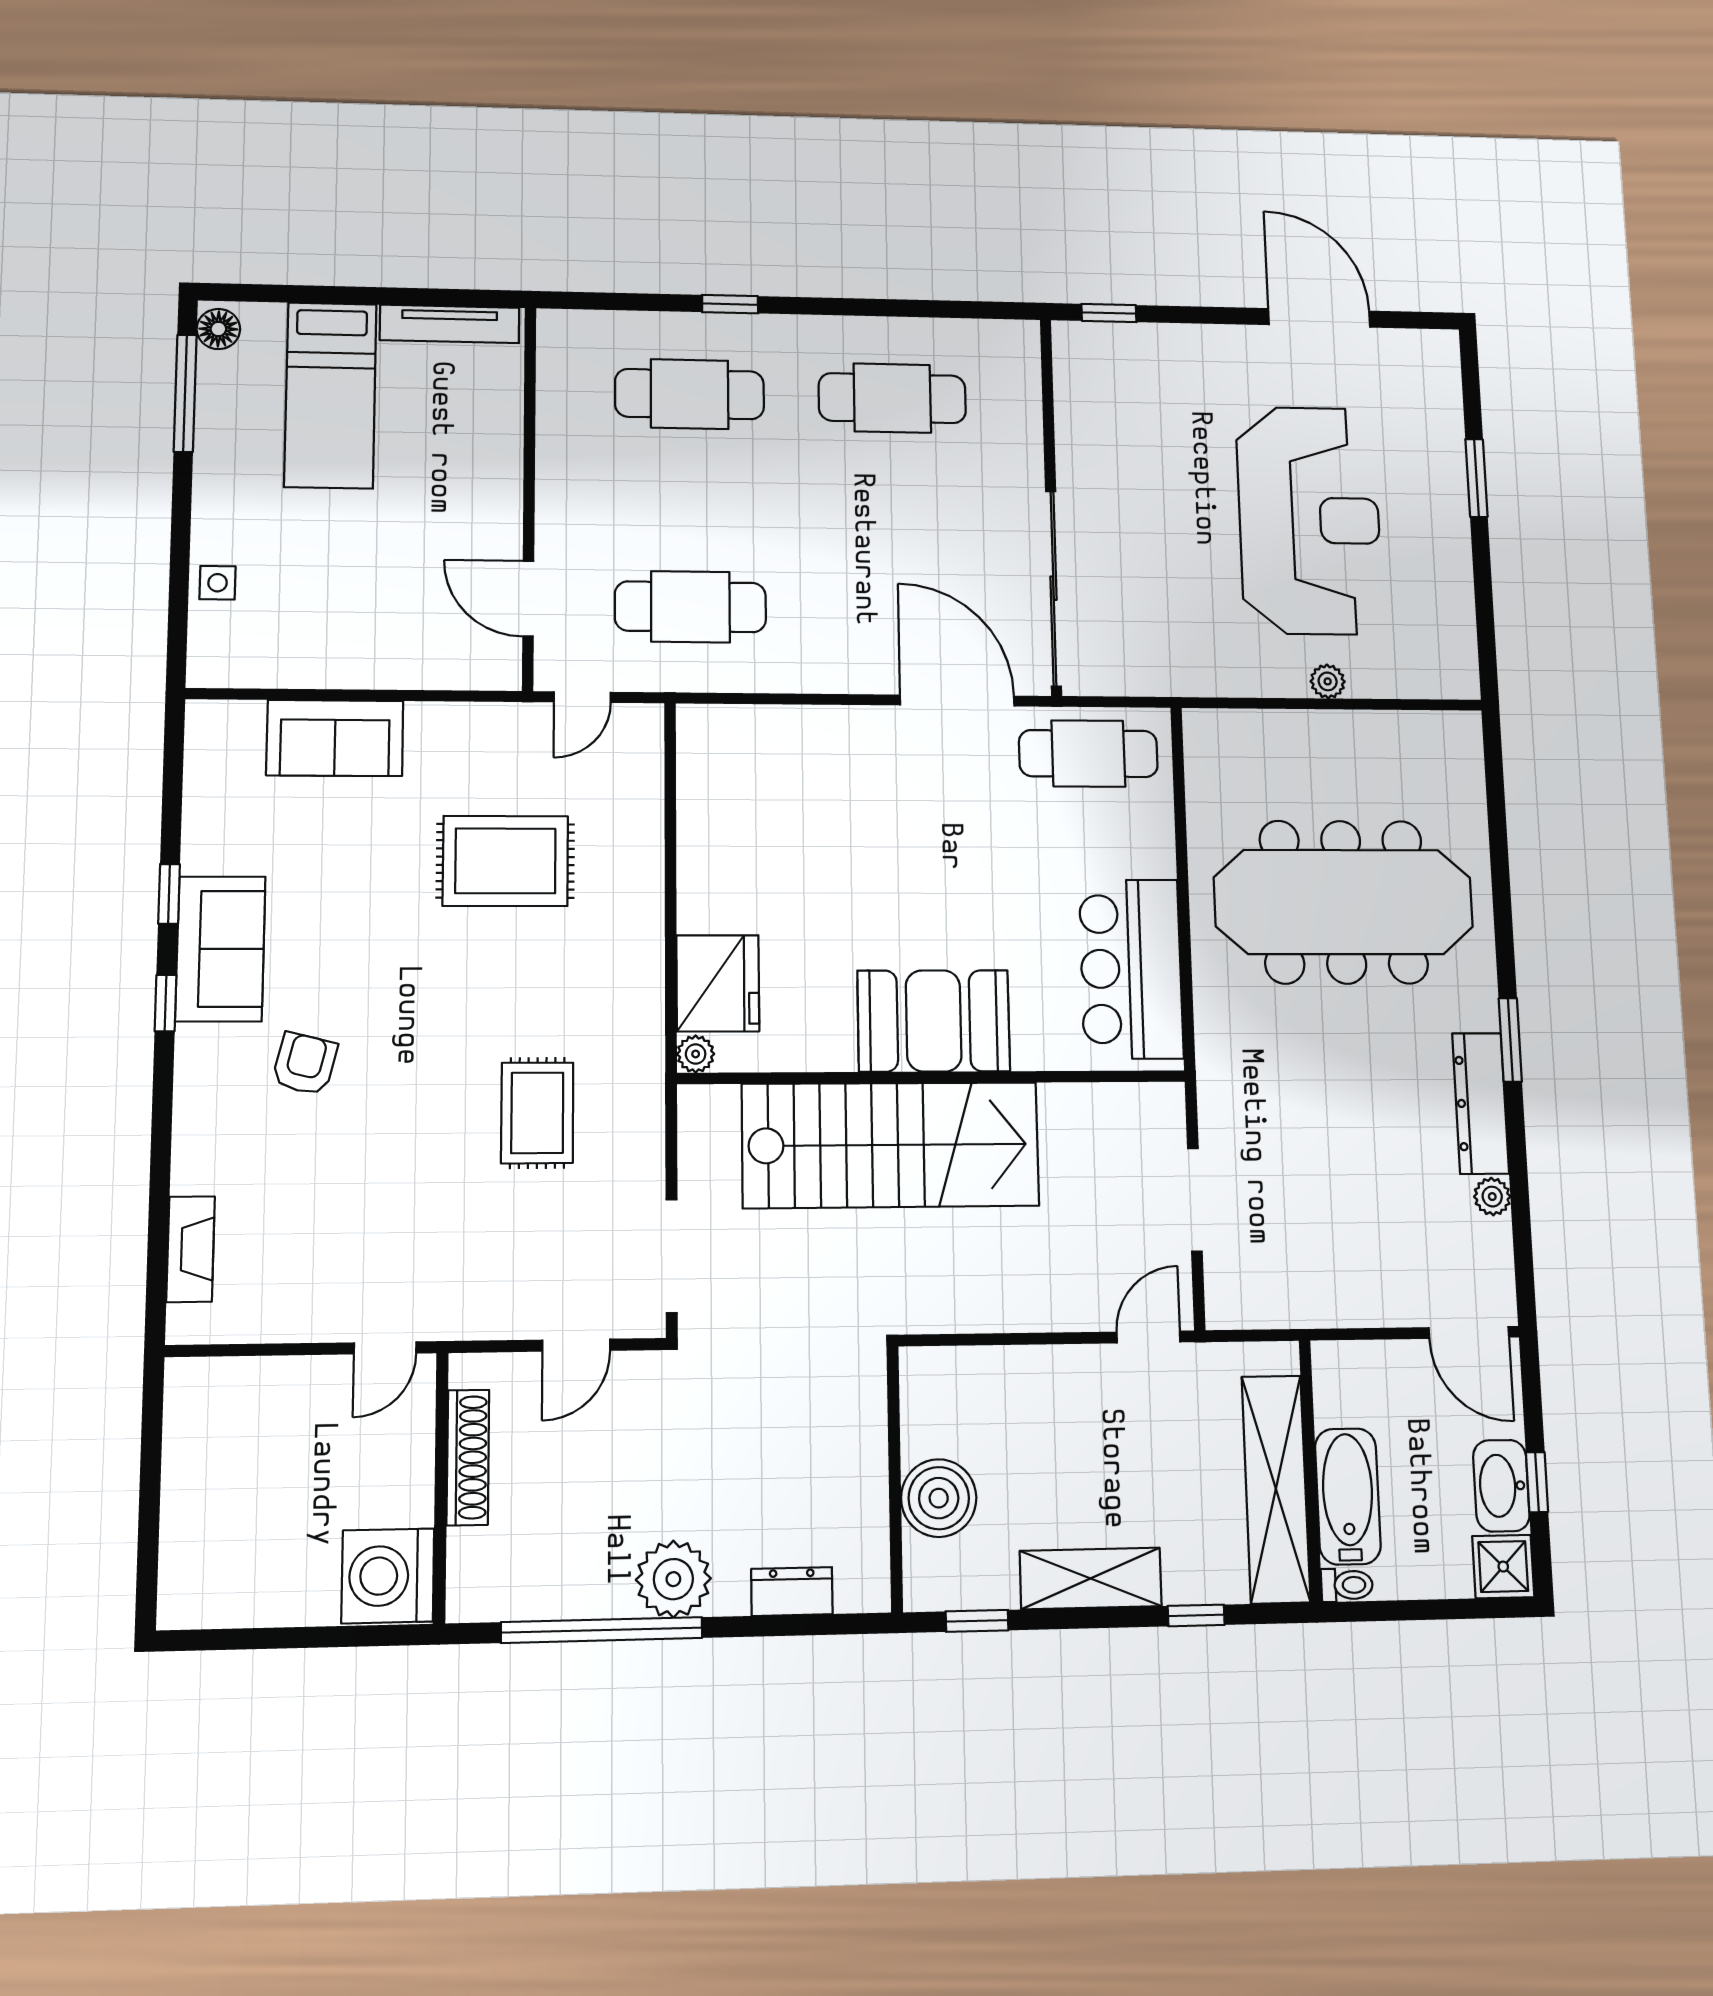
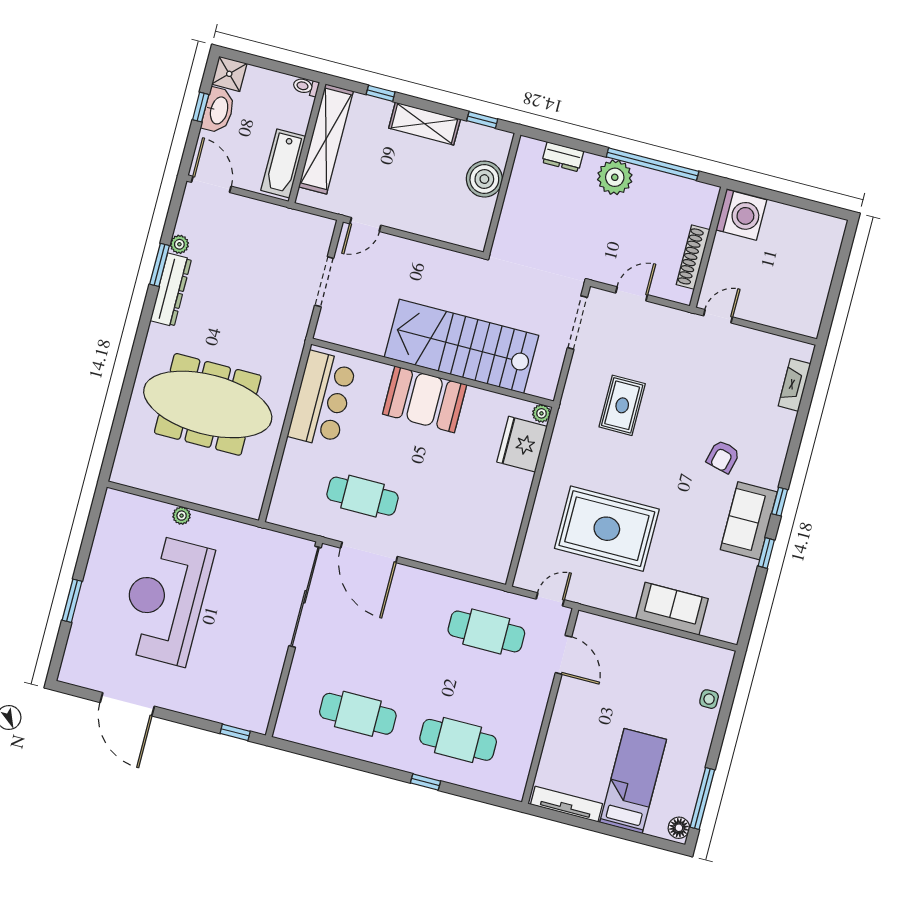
cafe table: (1088, 754) -> (362, 496), moved
rug: (505, 861) -> (607, 529), width x1.37, depth x1.44
window: (1510, 1040) -> (160, 265), moved
bathtub: (1348, 1496) -> (283, 163), moved

